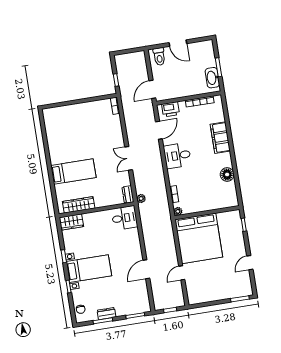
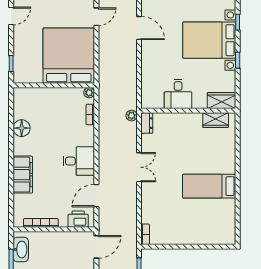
bed: (73, 172) -> (209, 186), moved
wardrobe: (79, 205) -> (216, 120), width x0.67
desk: (124, 218) -> (178, 94), moved, turned -90
bed with nightstands: (89, 269) -> (209, 40), width x1.36
door: (146, 269) -> (139, 28), hinge flipped

